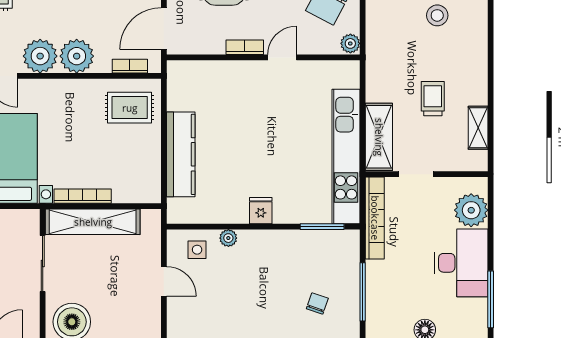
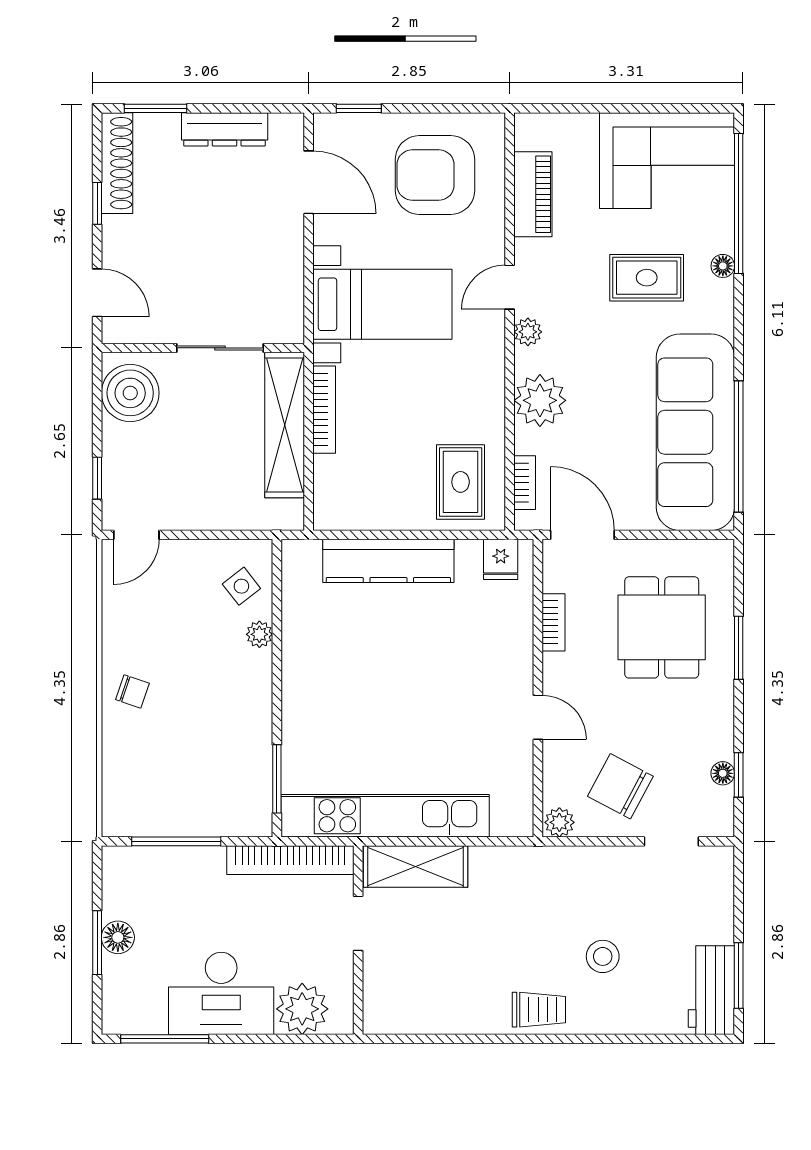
bookcase: (245, 47) -> (554, 622), moved
plant: (40, 56) -> (528, 332), width x0.53, depth x0.53
trolley: (433, 99) -> (539, 1010), moved
shelving: (478, 128) -> (430, 1020), removed
fridge: (261, 211) -> (501, 559), moved, turned 90
side table: (197, 250) -> (241, 586), turned -38
door: (164, 281) -> (136, 535), moved
chair: (317, 304) -> (132, 691), moved

